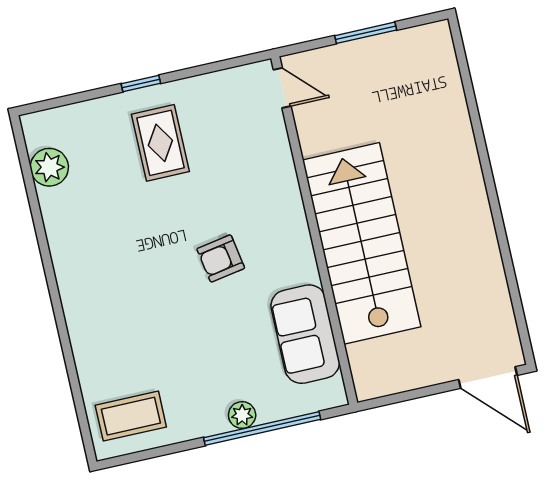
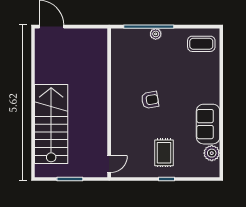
door: (282, 88) -> (109, 164), swing flipped
stairs: (362, 243) -> (51, 124), moved, turned 180
sofa: (305, 334) -> (208, 124), moved, turned 180

